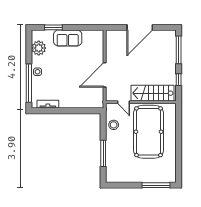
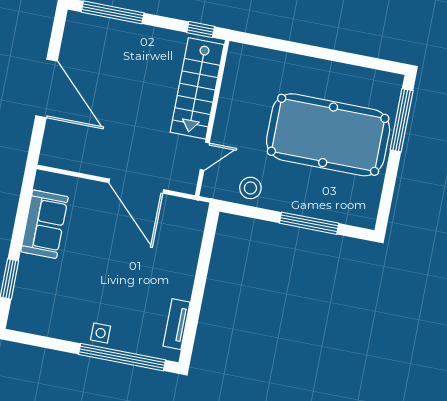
sofa: (68, 38) -> (45, 224), moved
plant: (39, 48) -> (49, 320), removed
window: (179, 80) -> (201, 30), moved
pool table: (149, 132) -> (328, 135), moved

